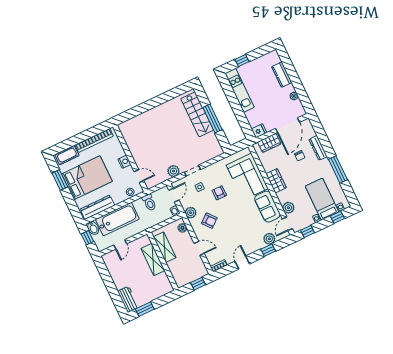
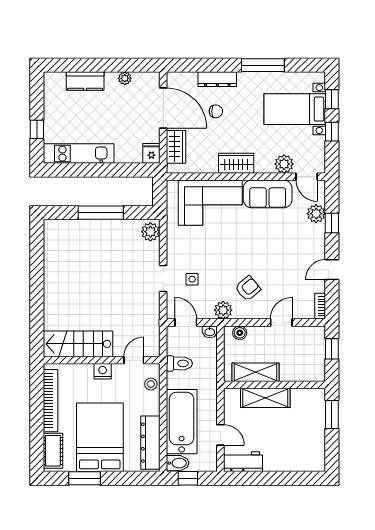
stairs: (197, 114) -> (78, 344), moved, turned 180
plant: (173, 171) -> (150, 232), moved
armchair: (219, 193) -> (214, 255), removed
window: (307, 231) -> (332, 132), moved
door: (242, 263) -> (332, 270), hinge flipped
workbench: (128, 299) -> (243, 462), moved
window: (145, 309) -> (332, 415), moved

